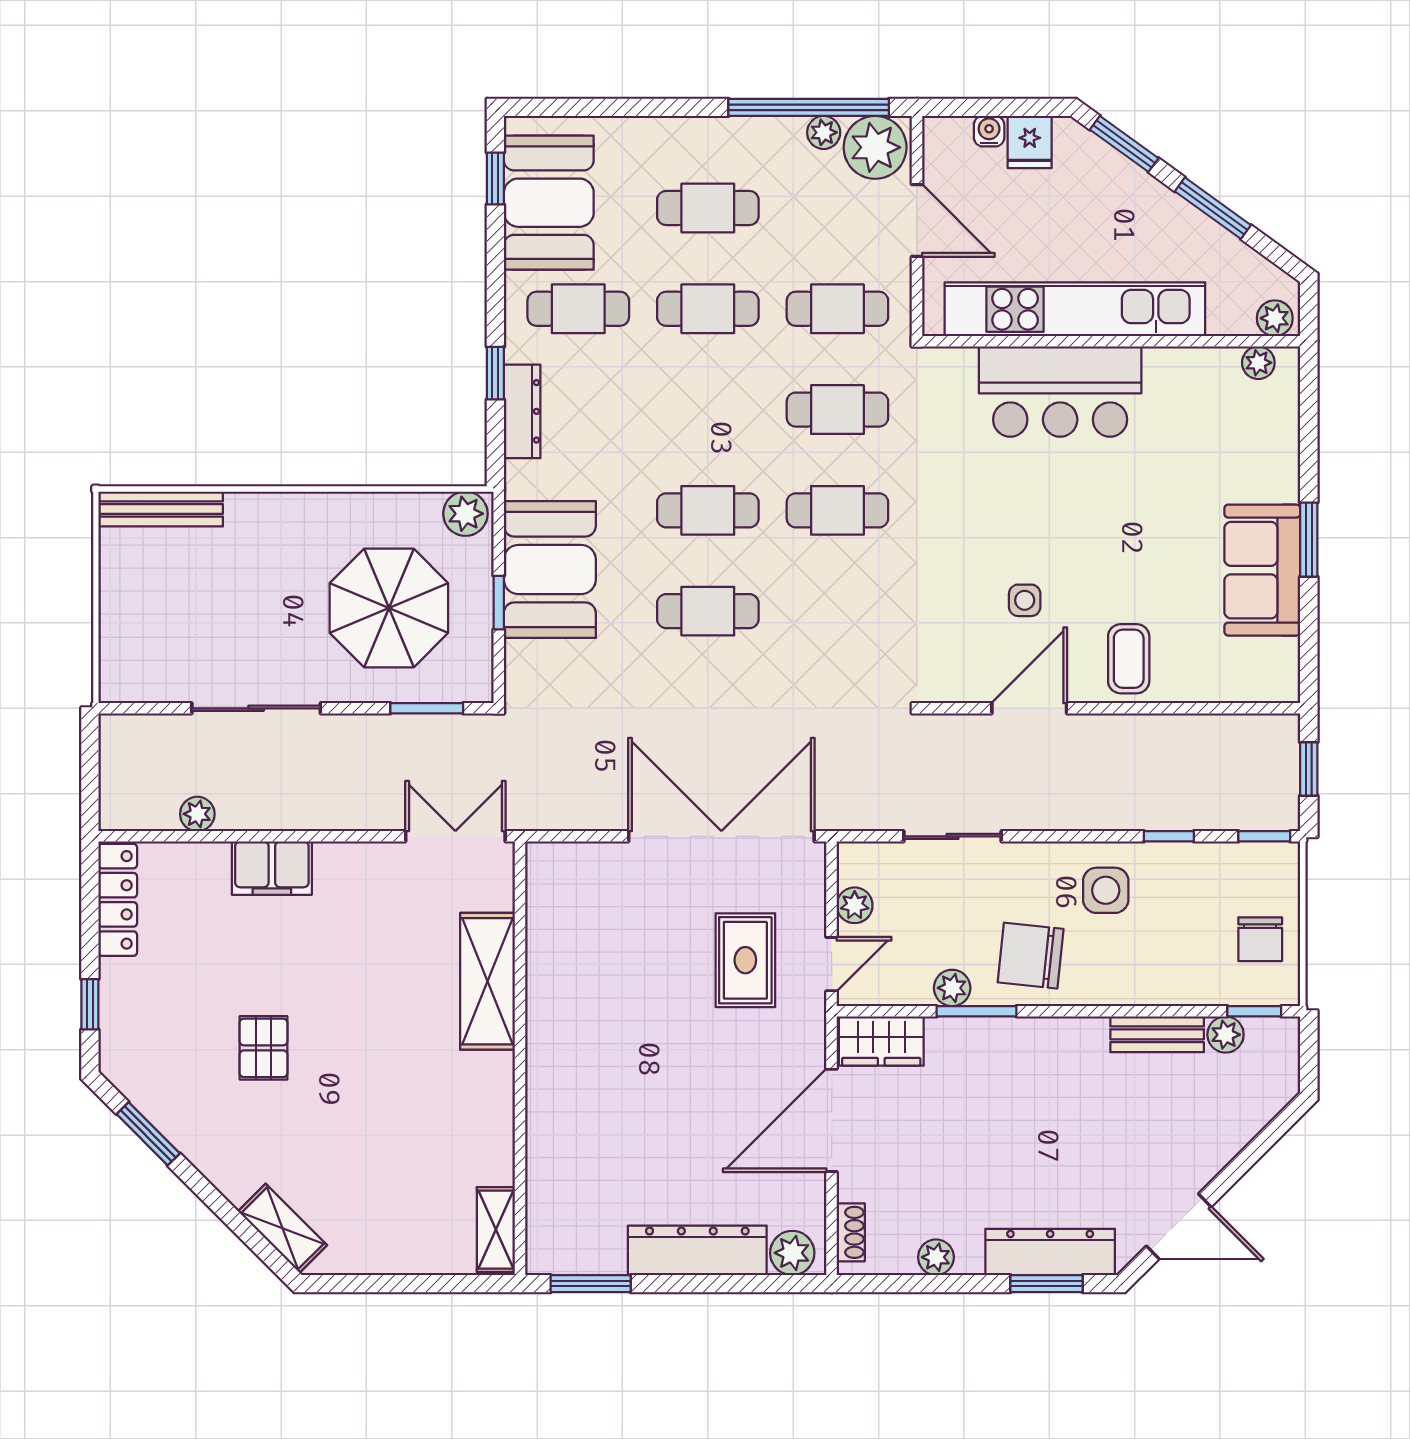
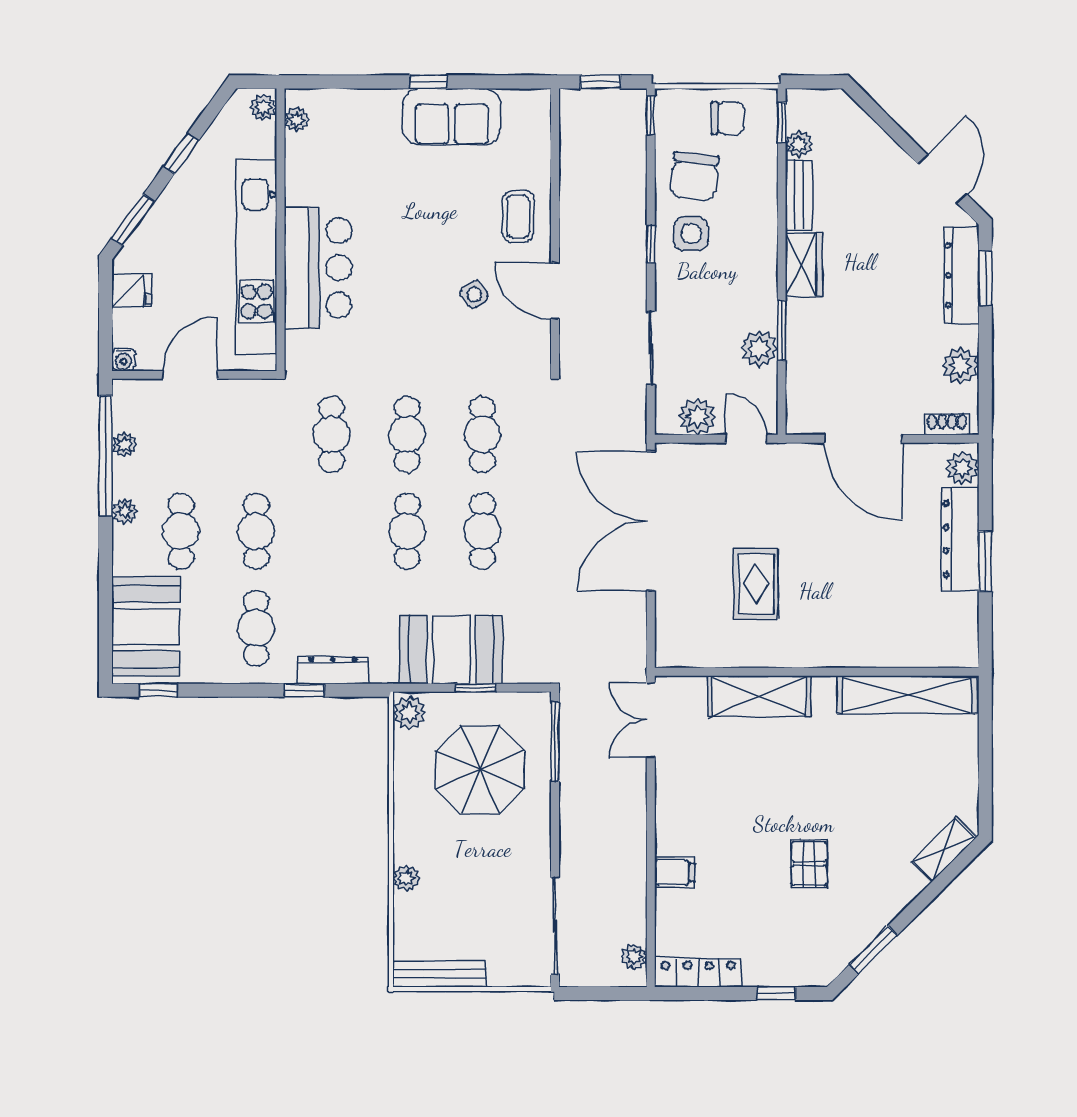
water cooler: (989, 131) -> (123, 360), moved, turned -90
plant: (875, 147) -> (125, 511), moved, width x0.53, depth x0.53
booth: (549, 203) -> (146, 626), moved, turned 90
window: (1213, 208) -> (181, 154), width x0.67
cafe table: (837, 309) -> (482, 434), moved
bench: (161, 509) -> (439, 974), moved, turned 90
plant: (244, 509) -> (406, 878), added
window: (1309, 540) -> (429, 82), width x0.67
side table: (1025, 600) -> (474, 294), turned -36
coffee table: (1129, 659) -> (518, 217), turned 90
sliding door: (256, 708) -> (555, 926), moved
window: (427, 708) -> (555, 742), width x1.44
plant: (197, 814) -> (634, 957), moved
window: (1169, 836) -> (651, 244), moved
filing cabinet: (272, 868) -> (675, 872), width x0.50
plant: (855, 905) -> (697, 417), width x1.38, depth x1.38
chair: (1031, 956) -> (694, 176), moved
rug: (745, 960) -> (756, 584), moved, turned 90
plant: (952, 988) -> (759, 349), width x1.38, depth x1.38
wardrobe: (881, 1041) -> (804, 265), moved
pallet: (263, 1048) -> (809, 864), turned 90
shelving: (496, 1230) -> (907, 695), width x2.20, depth x1.33
plant: (936, 1257) -> (961, 366), width x1.38, depth x1.38
window: (591, 1284) -> (985, 561), moved

